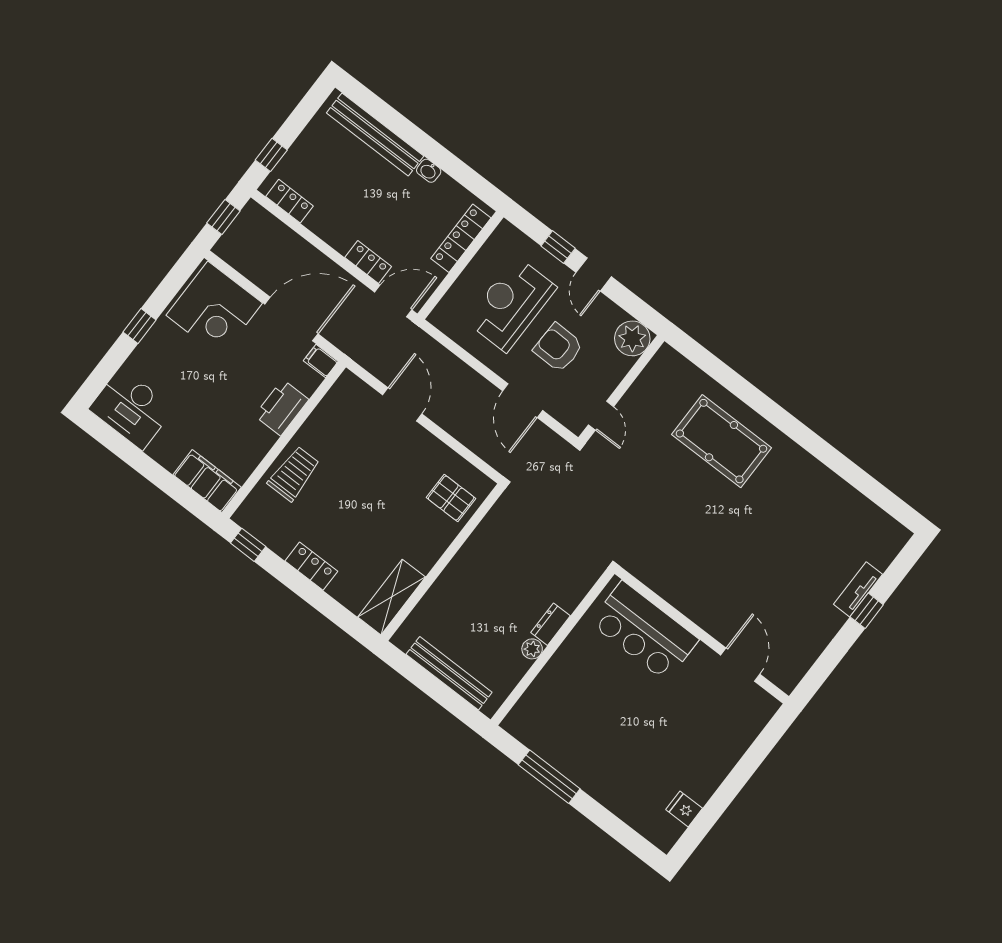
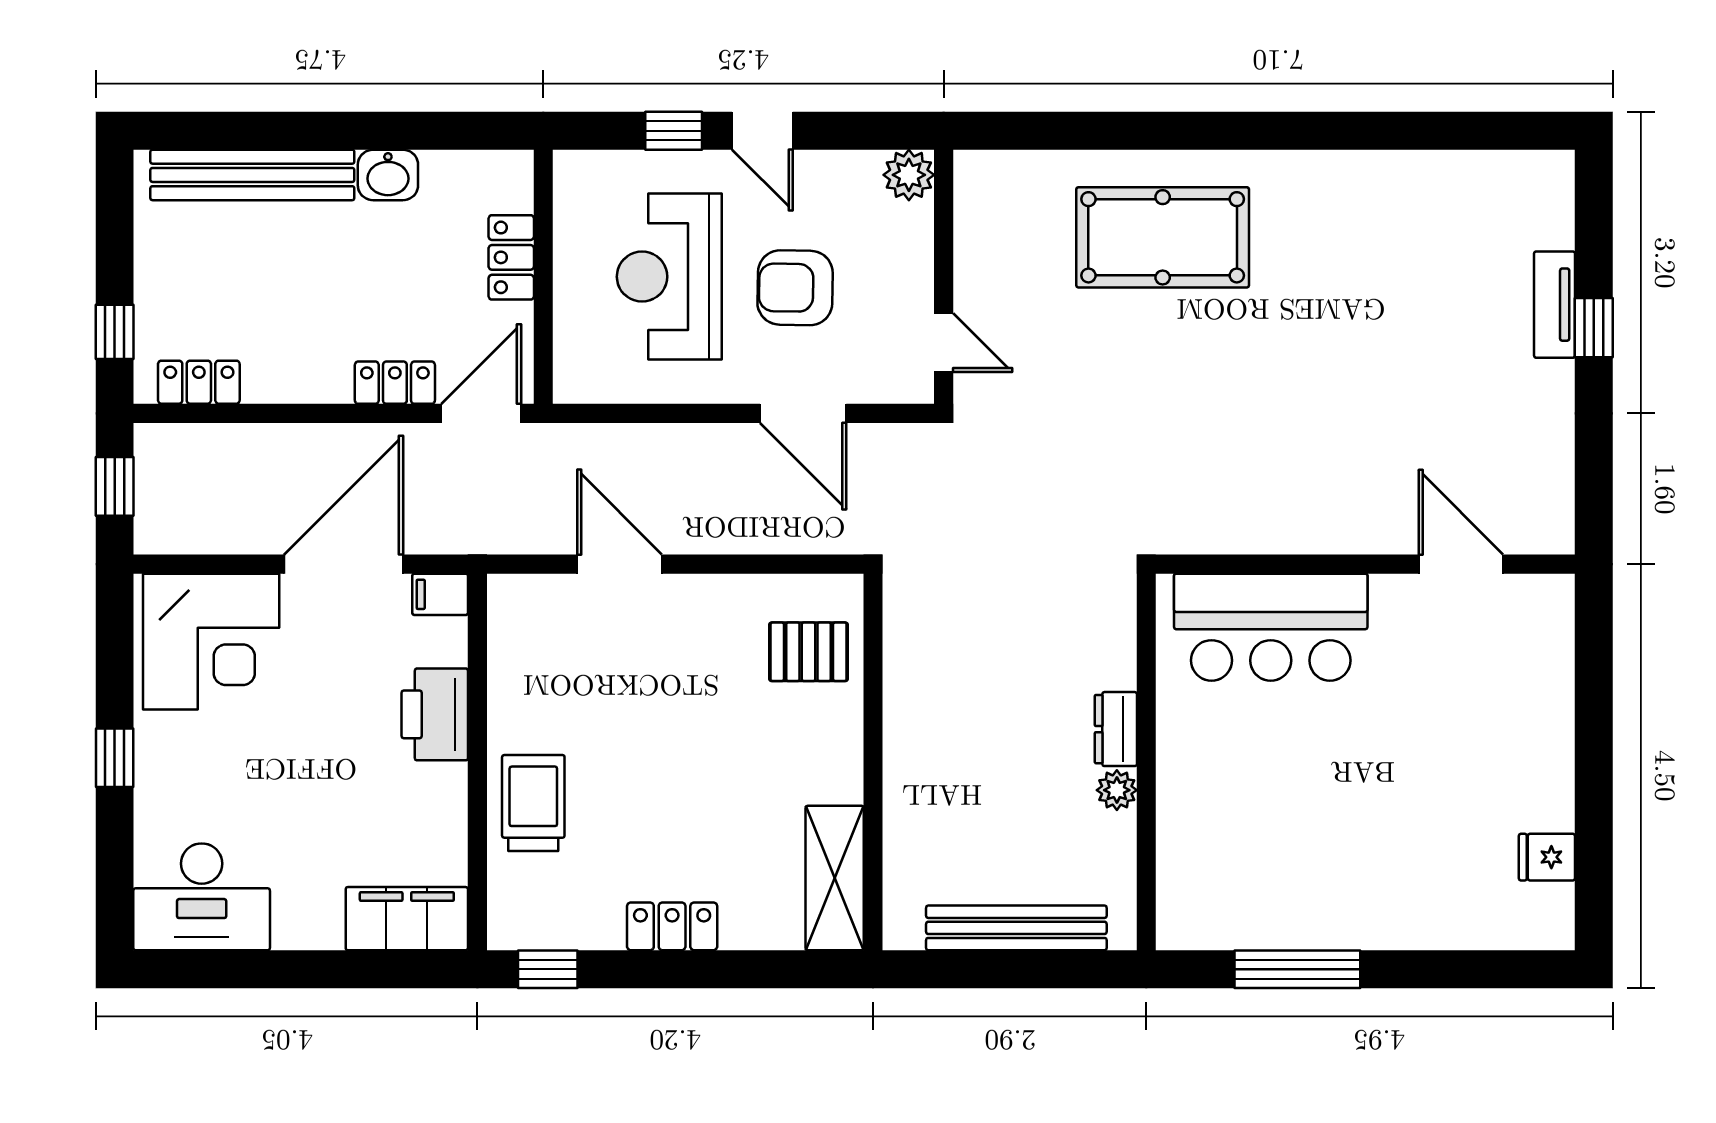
washbasin: (429, 171) -> (388, 175), width x1.38, depth x1.45
locker: (461, 238) -> (511, 257), width x0.66
plant: (632, 338) -> (909, 175), width x0.73, depth x0.73

